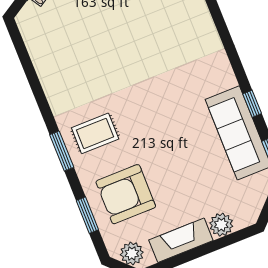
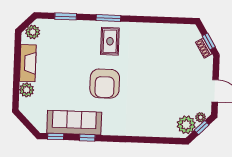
armchair: (126, 194) -> (105, 84), moved, turned 180

